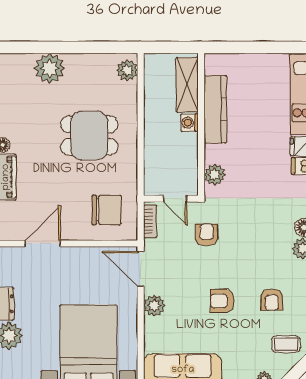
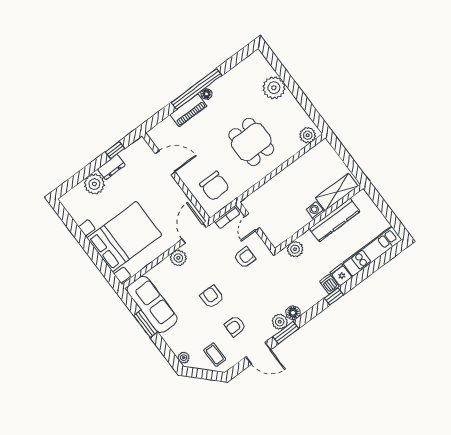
shelving: (187, 85) -> (337, 192), moved
kitchen counter: (215, 109) -> (335, 220), moved
washing machine: (189, 123) -> (315, 210), moved
wall: (201, 124) -> (319, 218), moved
plant: (215, 175) -> (295, 249), moved

